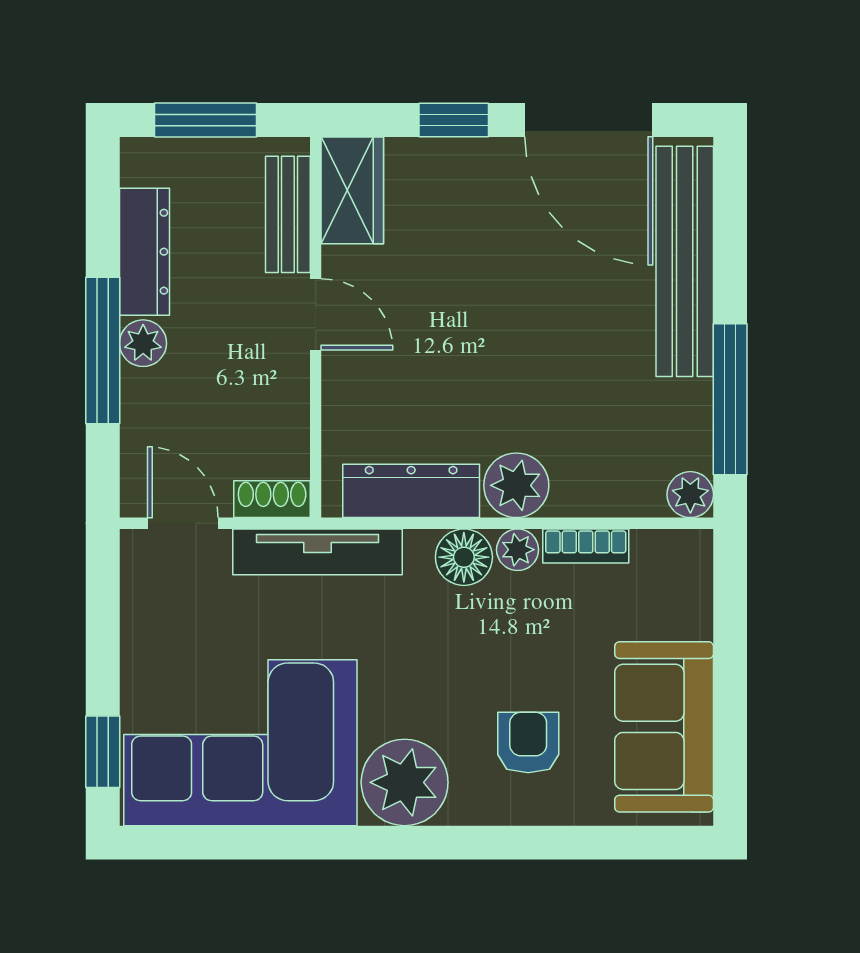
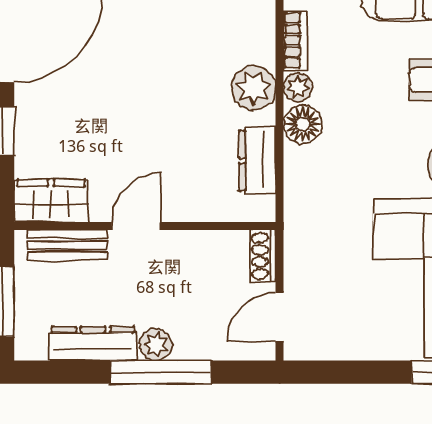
dresser: (411, 491) -> (257, 160), width x0.70
tv unit: (318, 552) -> (299, 225), removed

